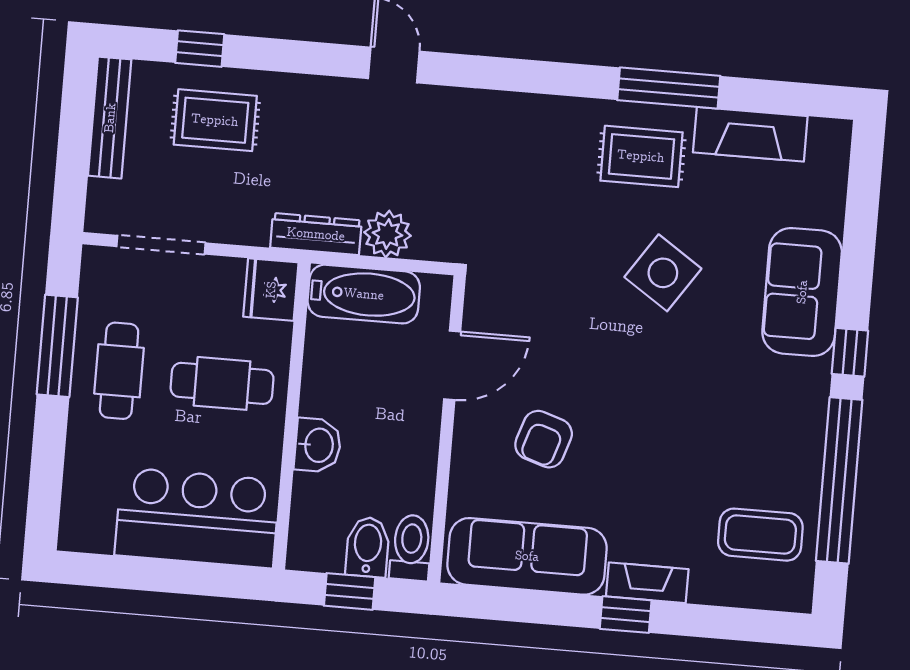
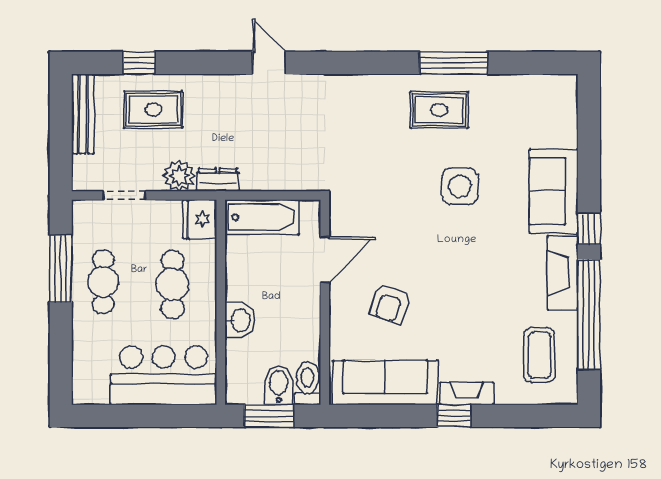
fireplace: (750, 134) -> (563, 273), moved, turned 90
dresser: (316, 234) -> (218, 180), width x0.70
plant: (387, 234) -> (179, 176), moved
doorway: (161, 245) -> (124, 196), width x0.73
side table: (663, 273) -> (460, 186), turned -34
cafe table: (222, 383) -> (173, 285), turned 90
coffee table: (760, 535) -> (539, 355), turned 90
window: (350, 591) -> (269, 416), width x1.50

